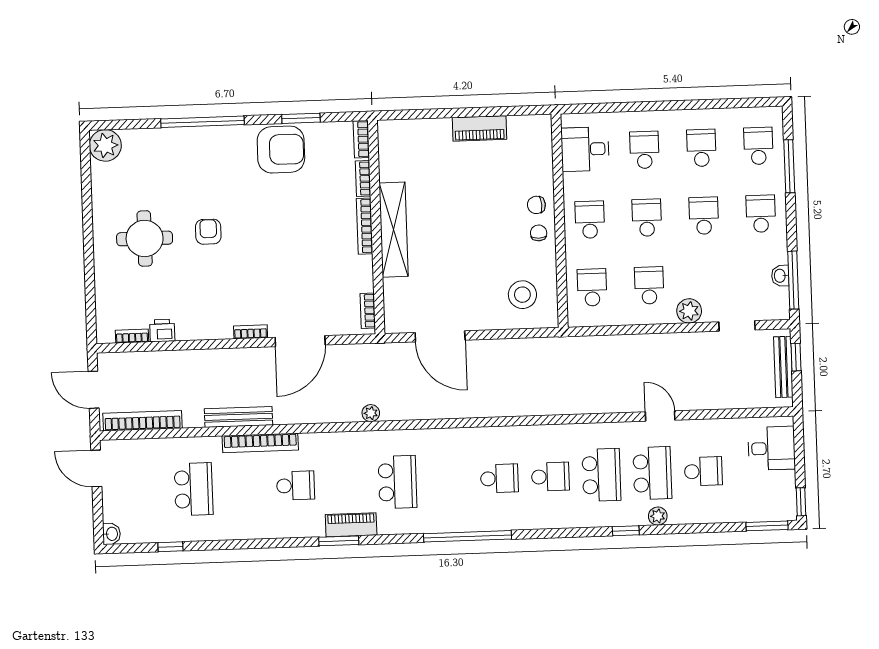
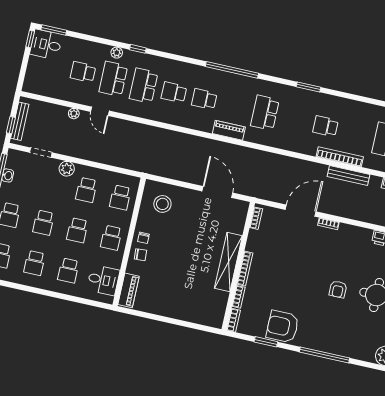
piano: (479, 128) -> (129, 290), moved, turned 90
plant: (371, 413) -> (74, 114), moved
desk: (771, 448) -> (46, 45), moved
piano: (351, 525) -> (229, 130), moved, turned 180

